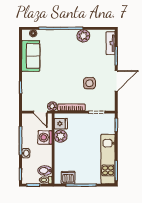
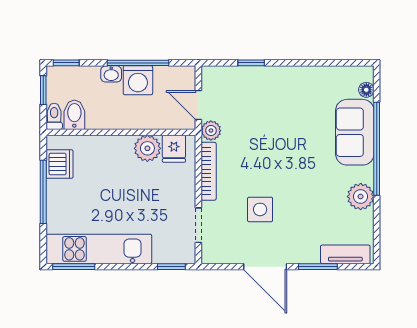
sofa: (31, 56) -> (355, 132), moved, turned 90
door: (40, 112) -> (198, 105), hinge flipped
washing machine: (45, 137) -> (138, 80), moved, turned 180

